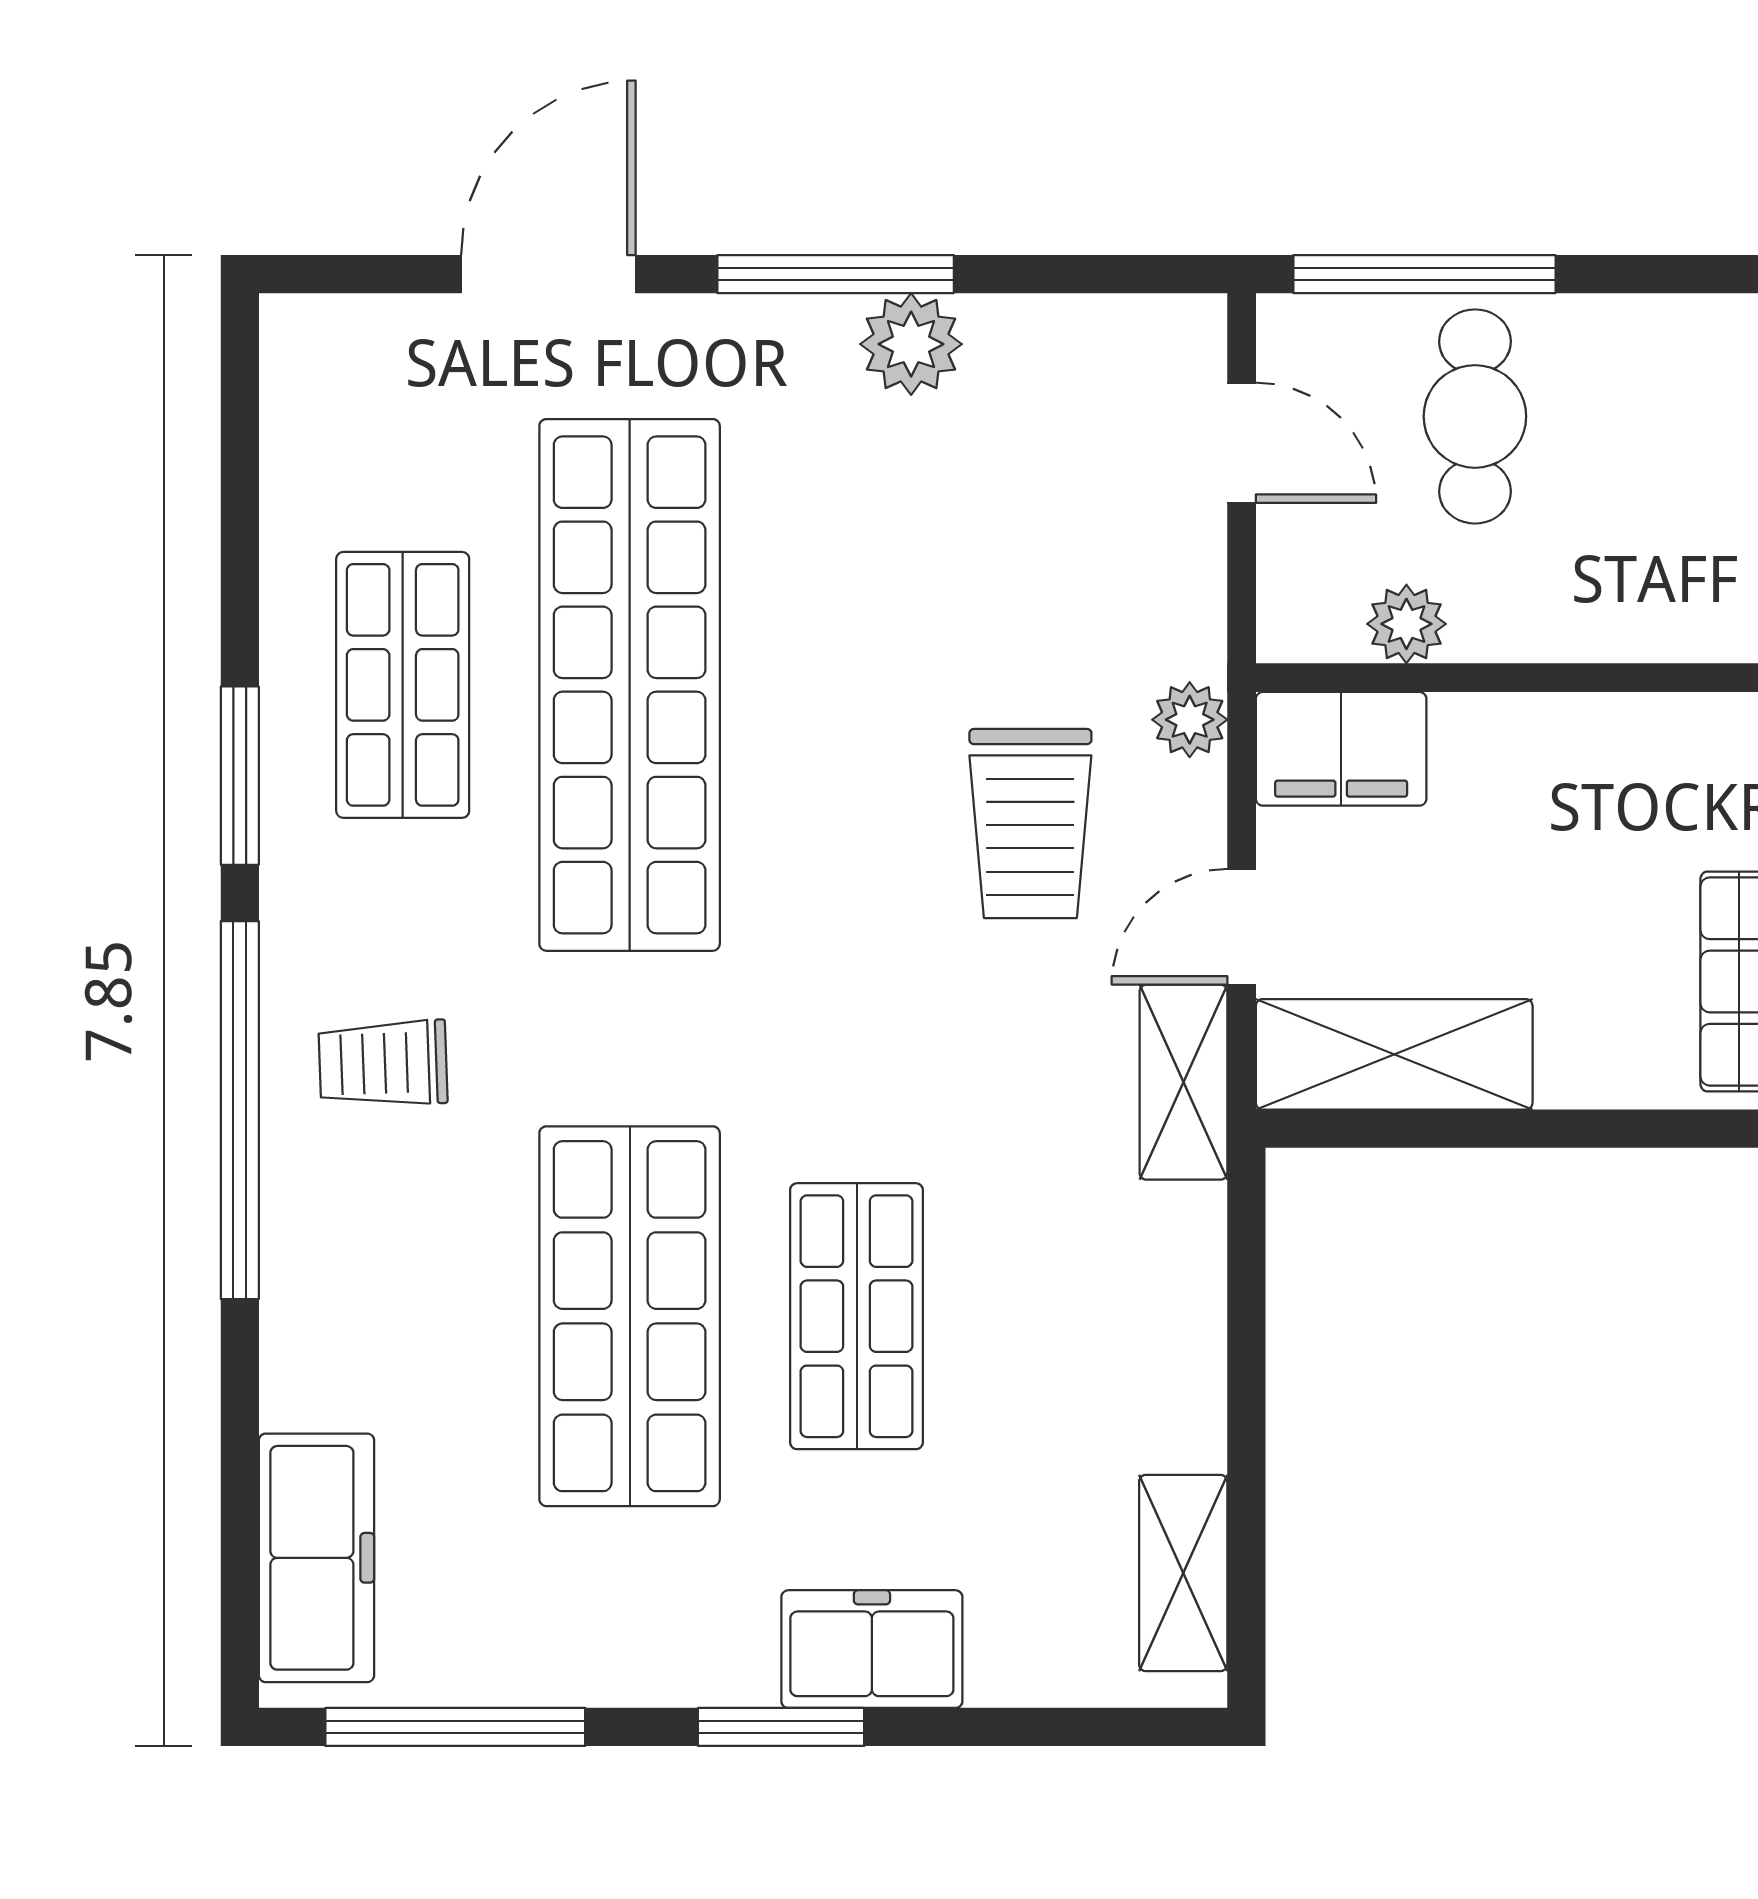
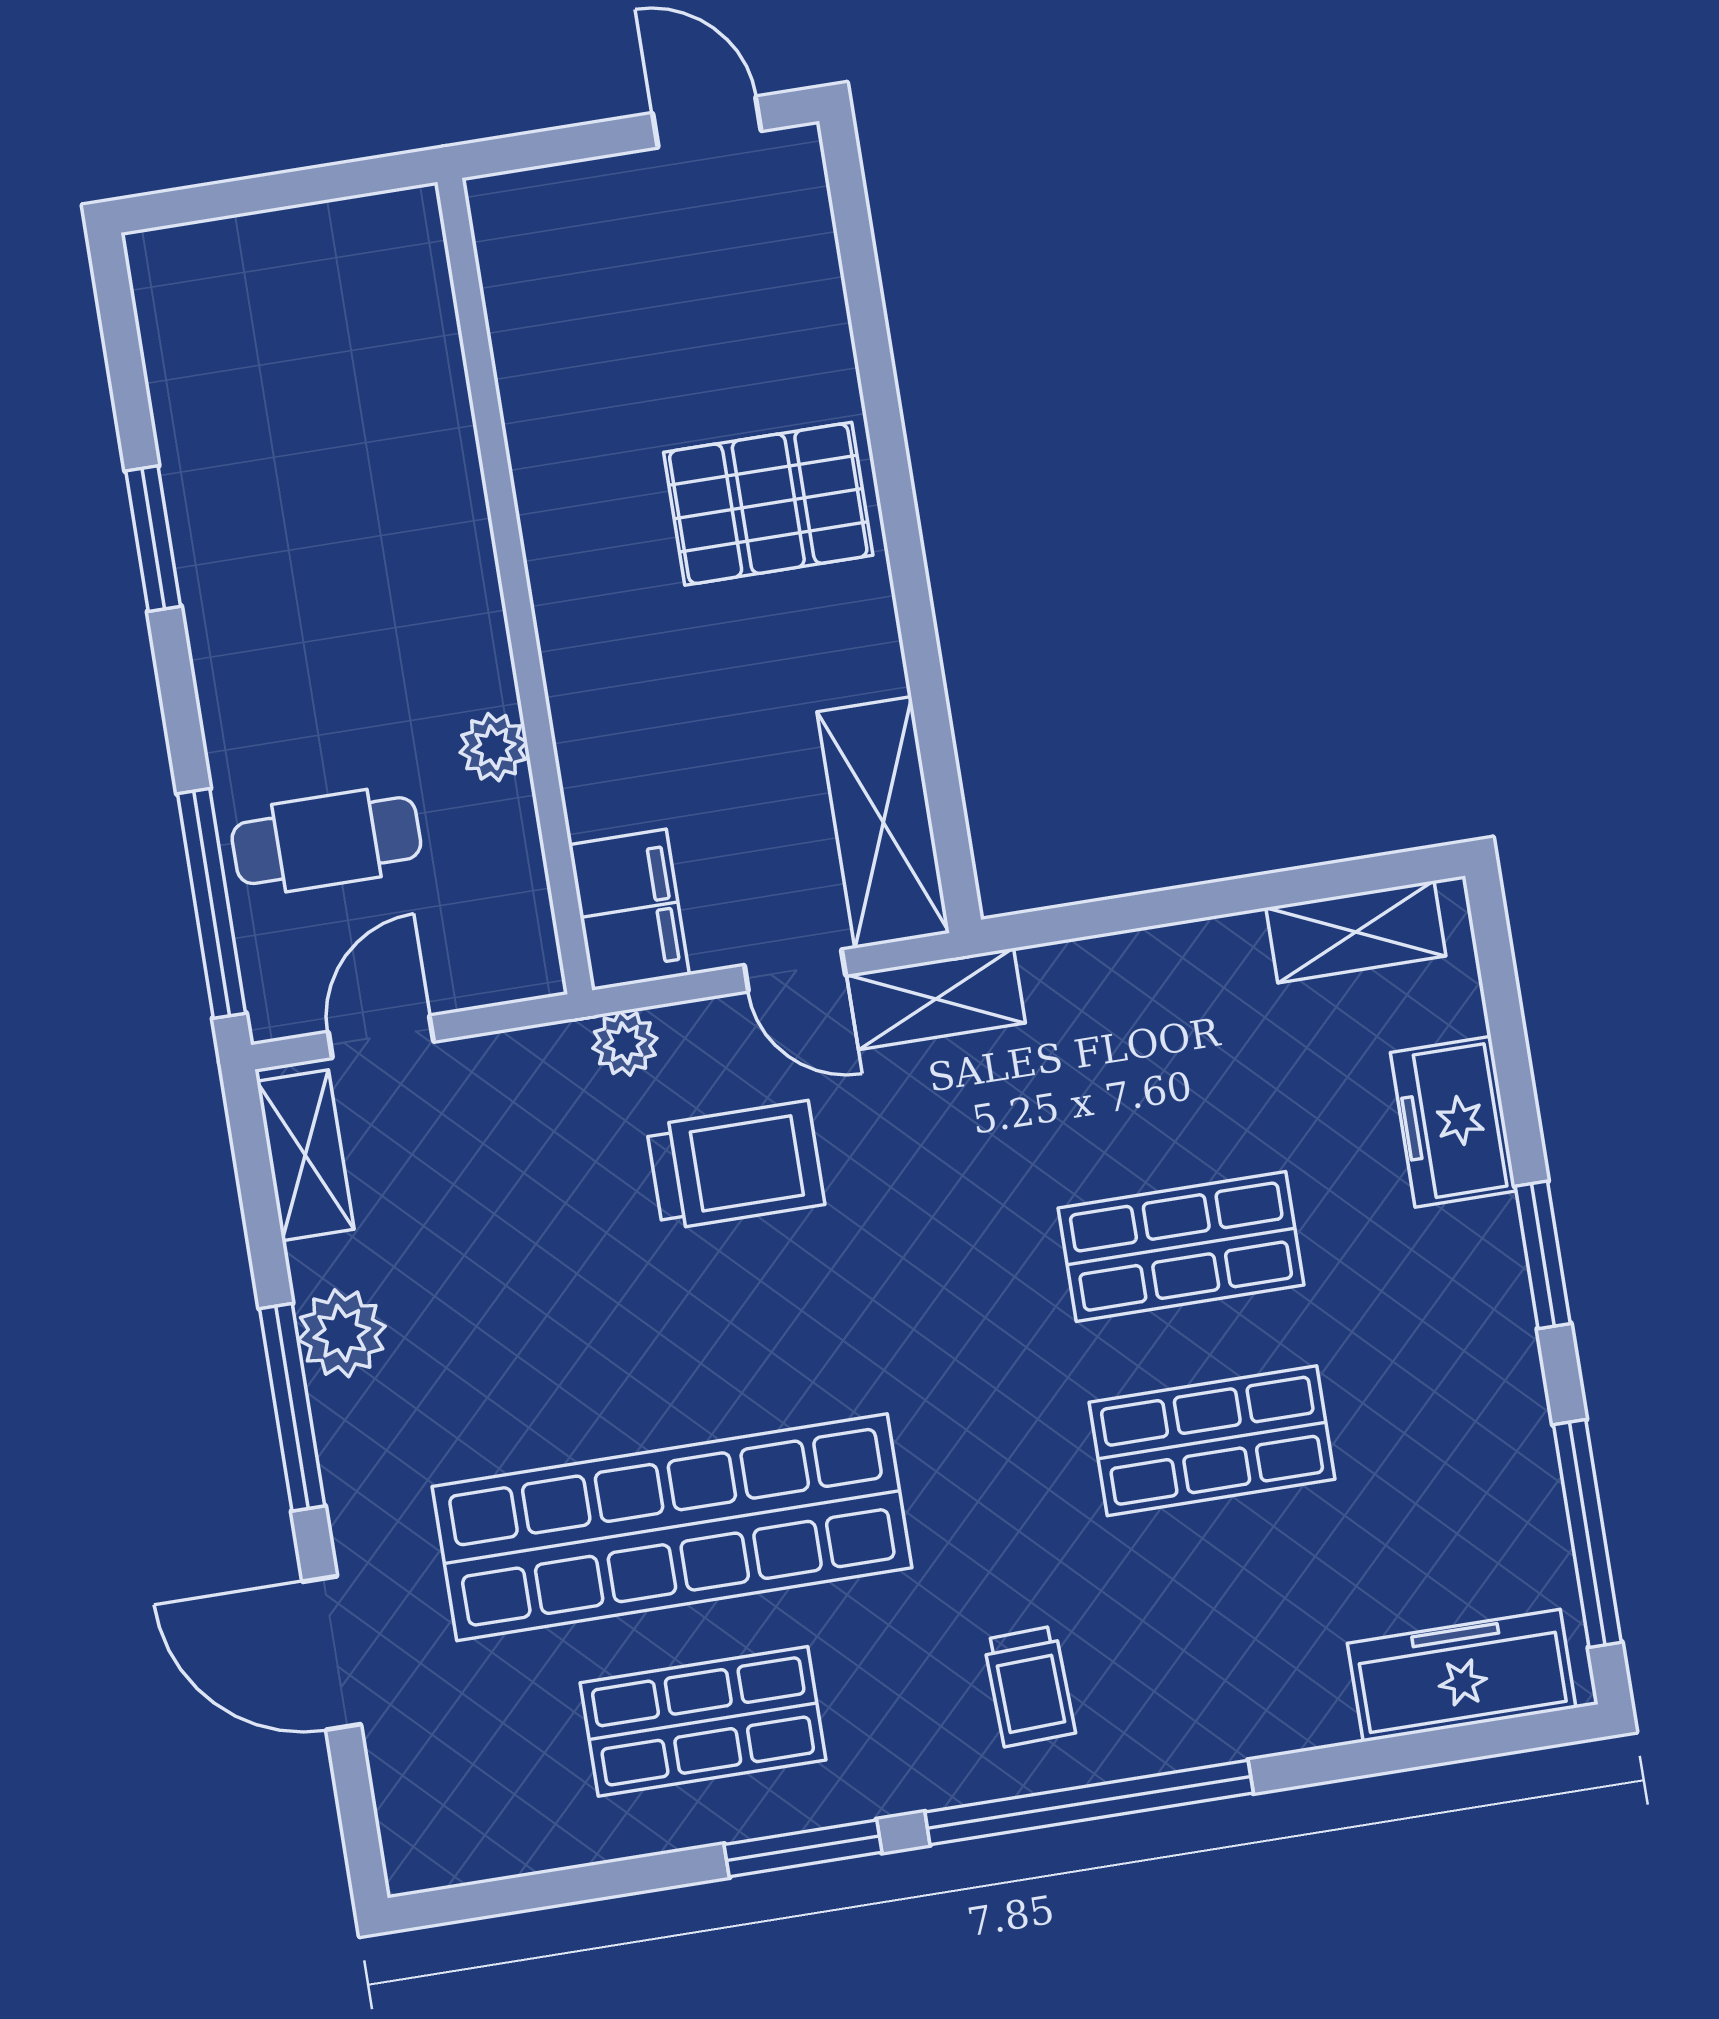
shelving: (1120, 335) -> (305, 1155), added
plant: (1406, 624) -> (494, 747), moved
shop shelf: (630, 1316) -> (1212, 1441), width x0.70, depth x0.74
freezer: (872, 1649) -> (1453, 1122), moved

